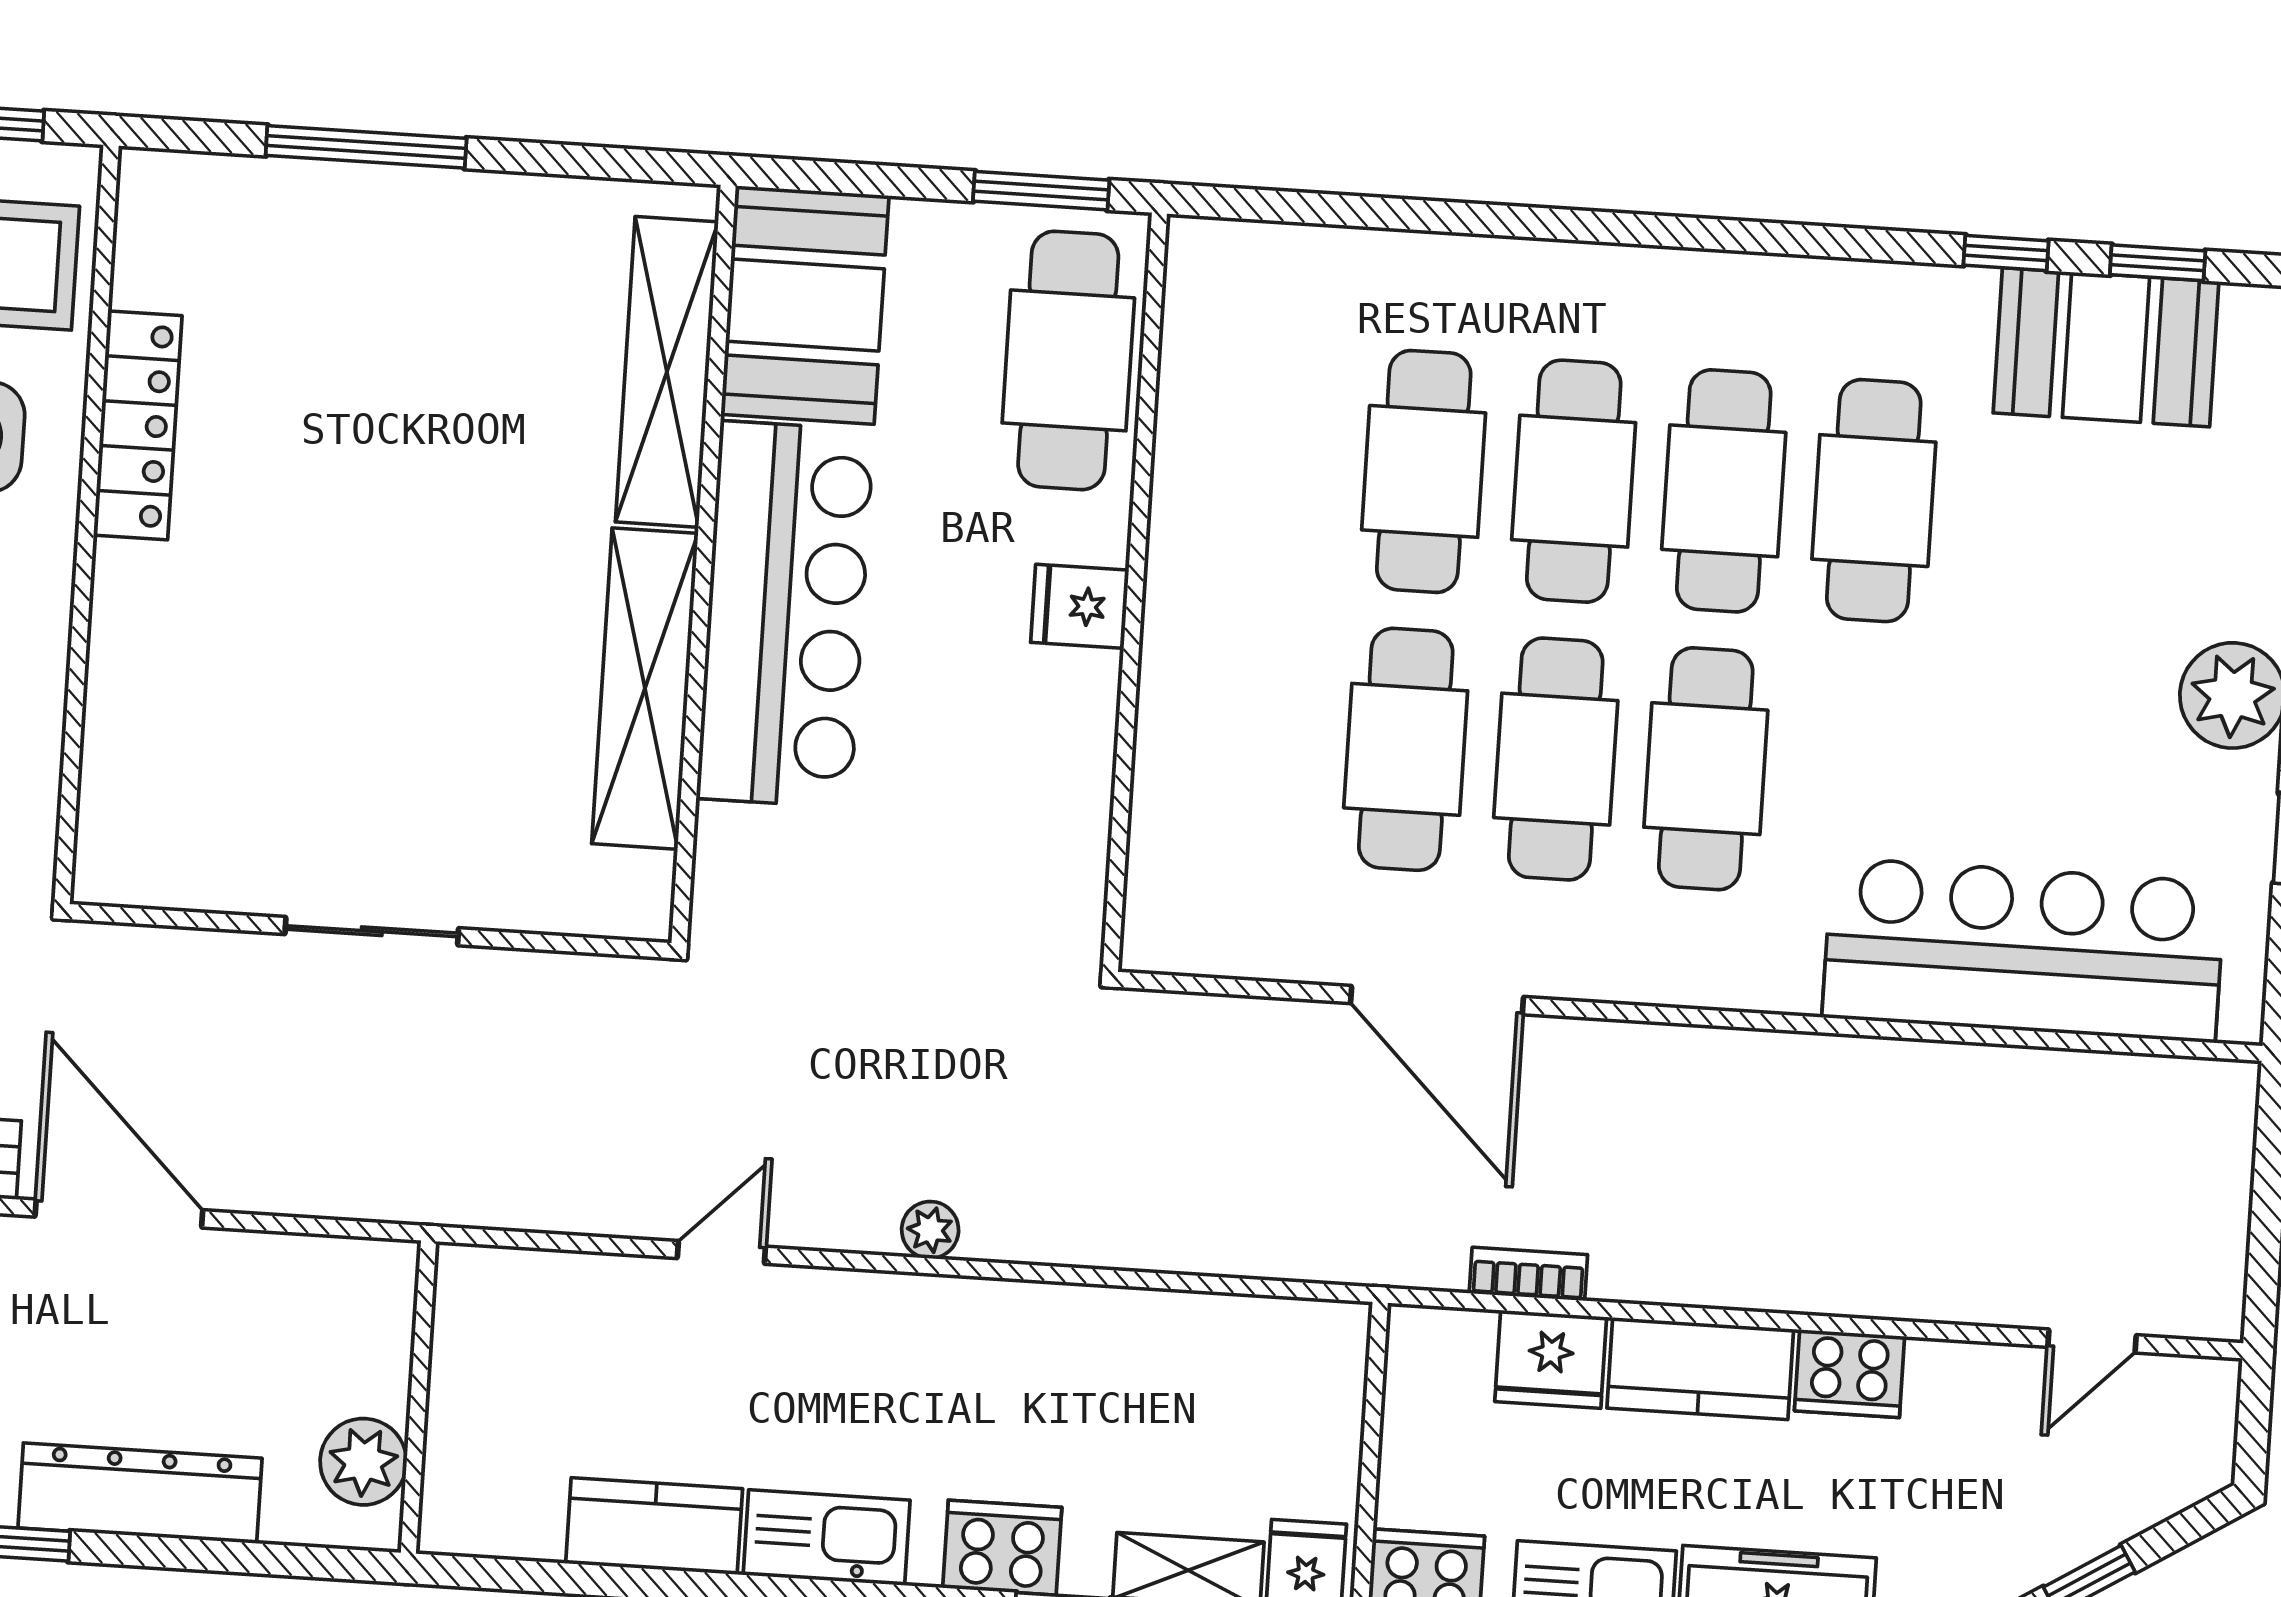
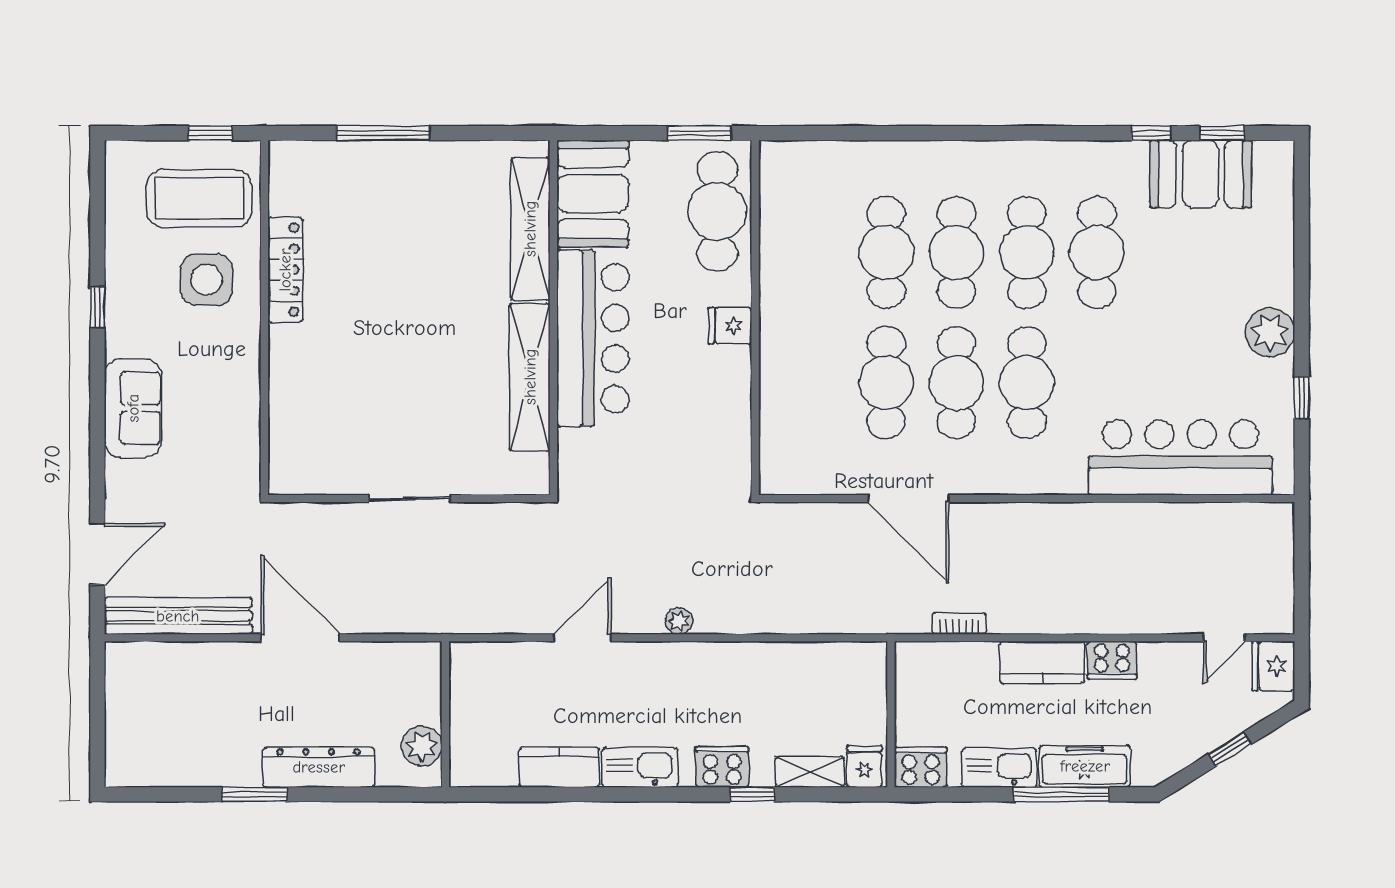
door: (721, 1252) -> (582, 638), width x1.38
fridge: (1551, 1359) -> (1273, 666), moved, turned 90

